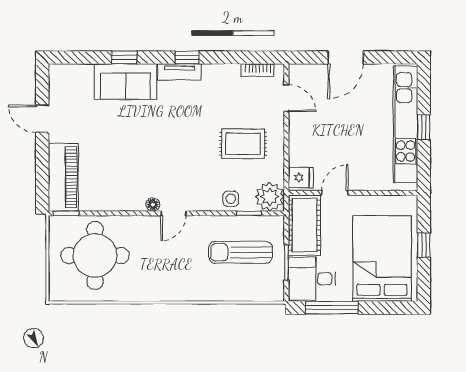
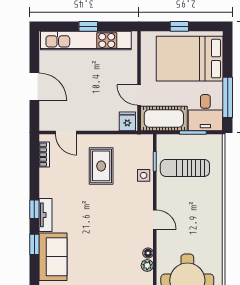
window: (124, 57) -> (34, 244), moved
door: (286, 98) -> (66, 132), swing flipped
plant: (270, 197) -> (147, 265), moved, width x0.53, depth x0.53
floor lamp: (153, 205) -> (148, 253), moved
sun lounger: (240, 252) -> (185, 168), turned 90

